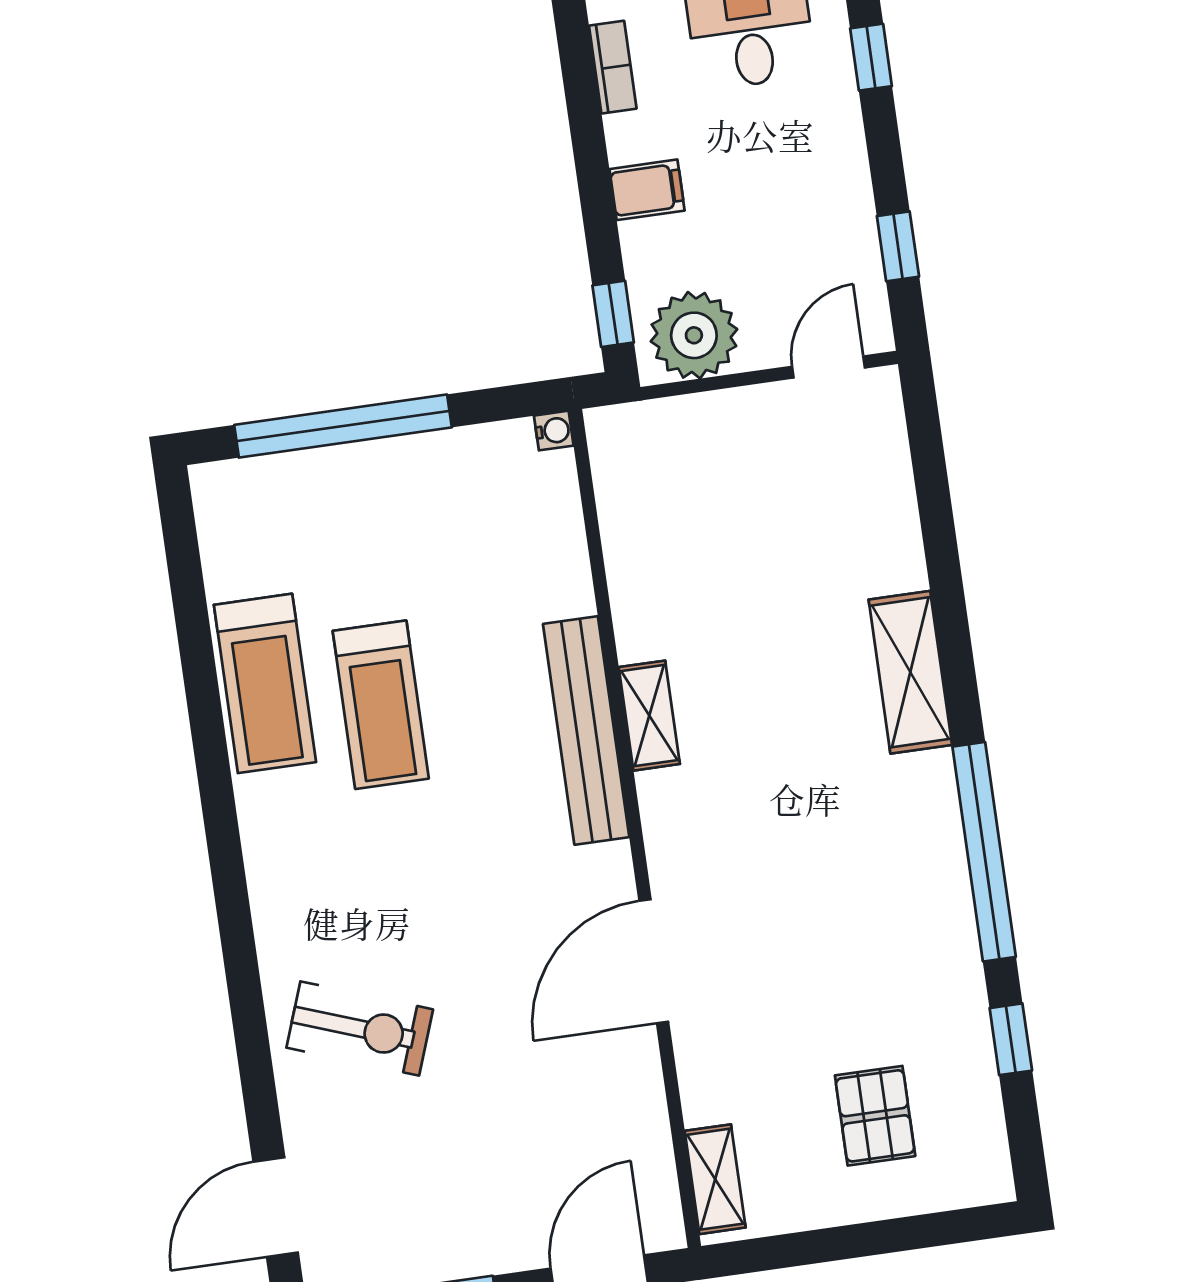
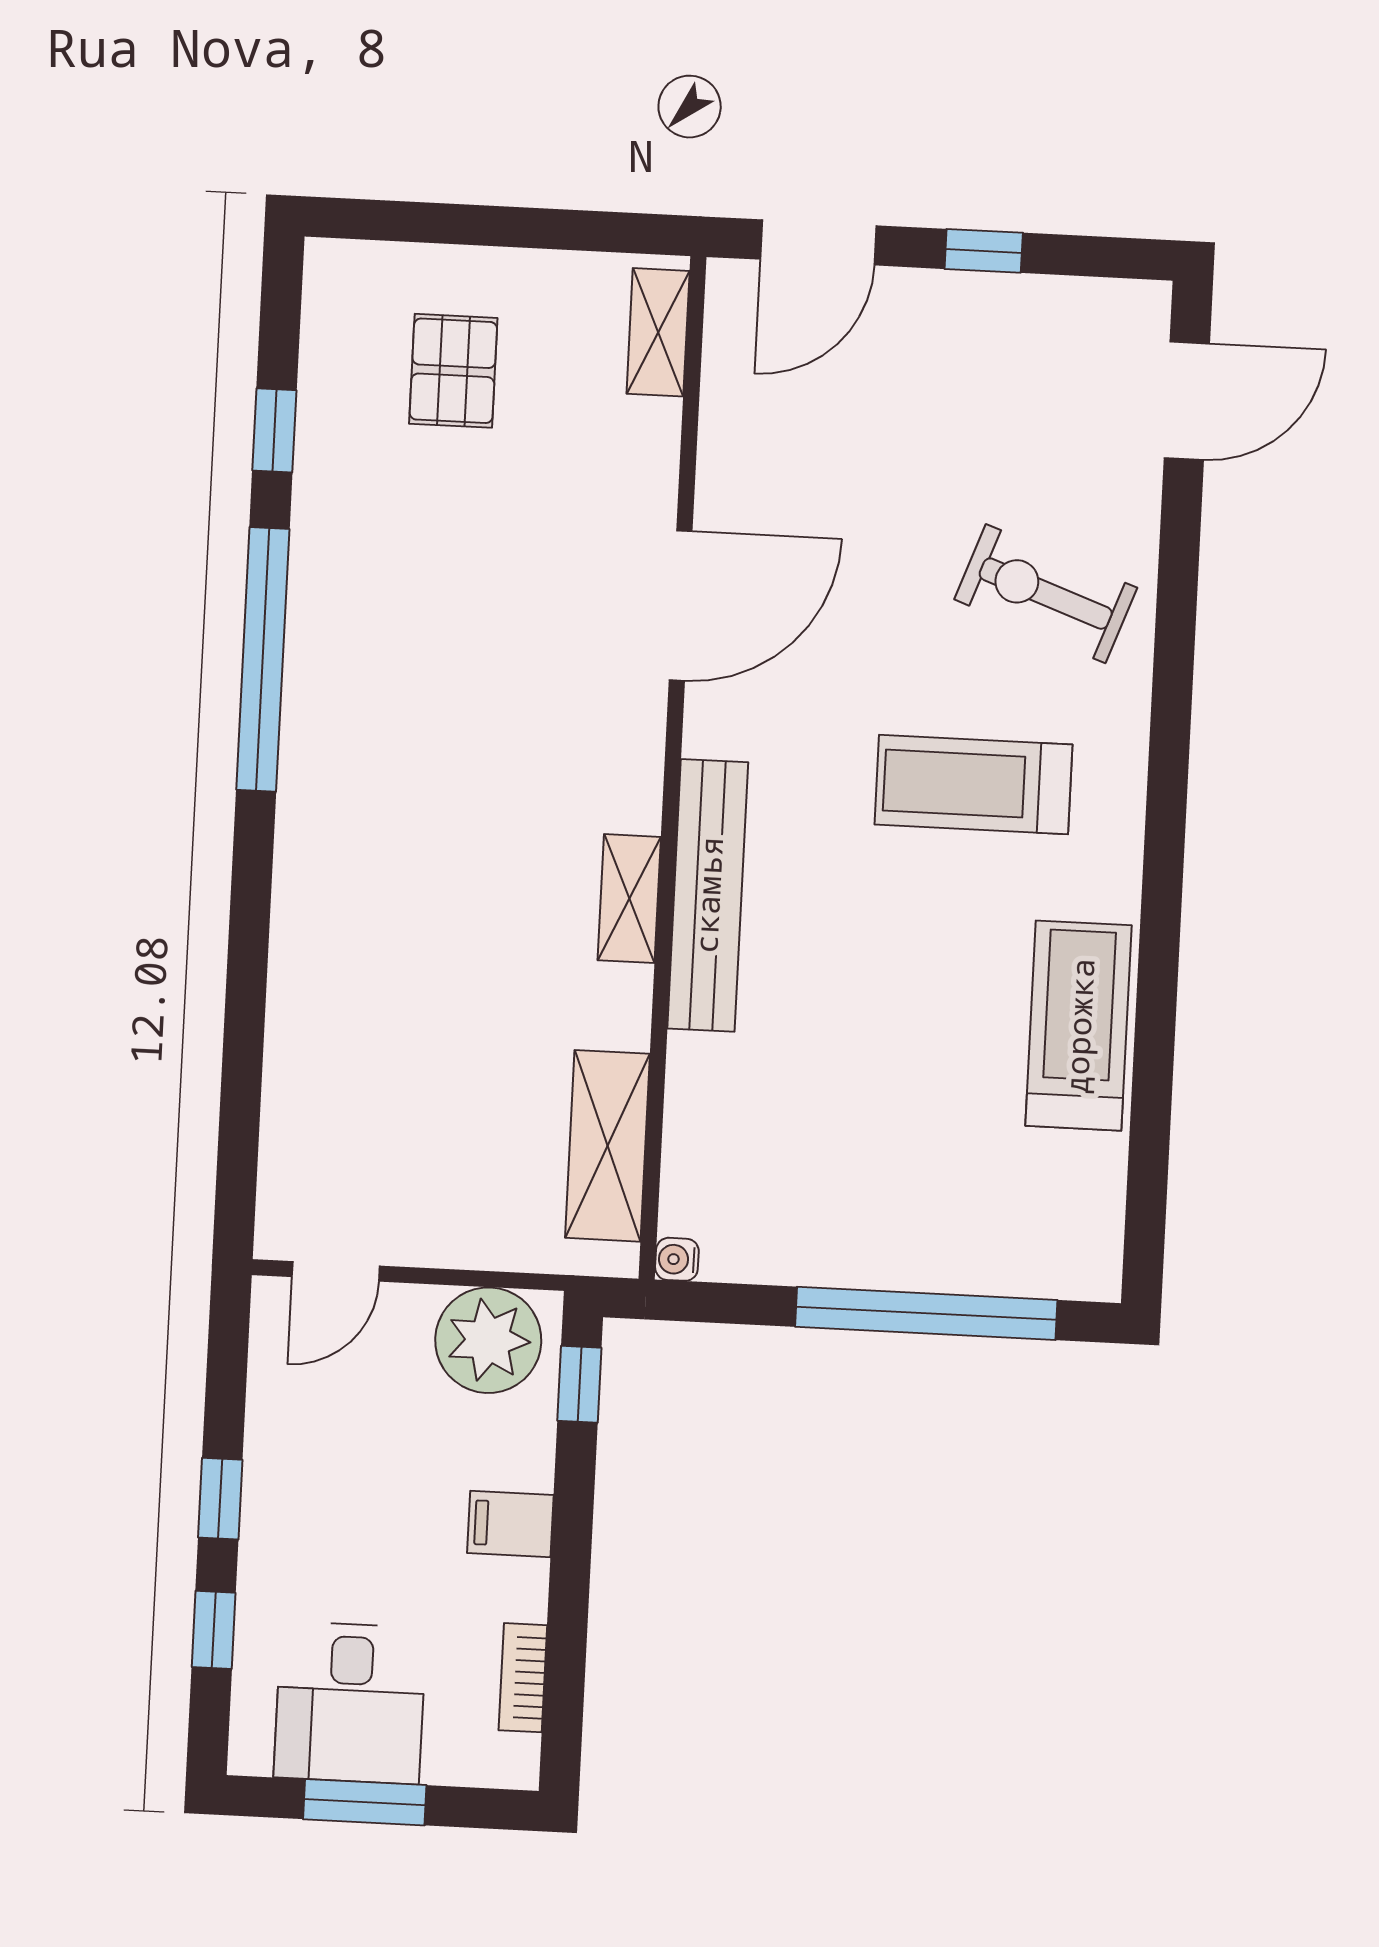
window: (898, 246) -> (220, 1499), moved
shelving: (910, 672) -> (608, 1146), moved
treadmill: (381, 705) -> (973, 785), moved, turned -90

